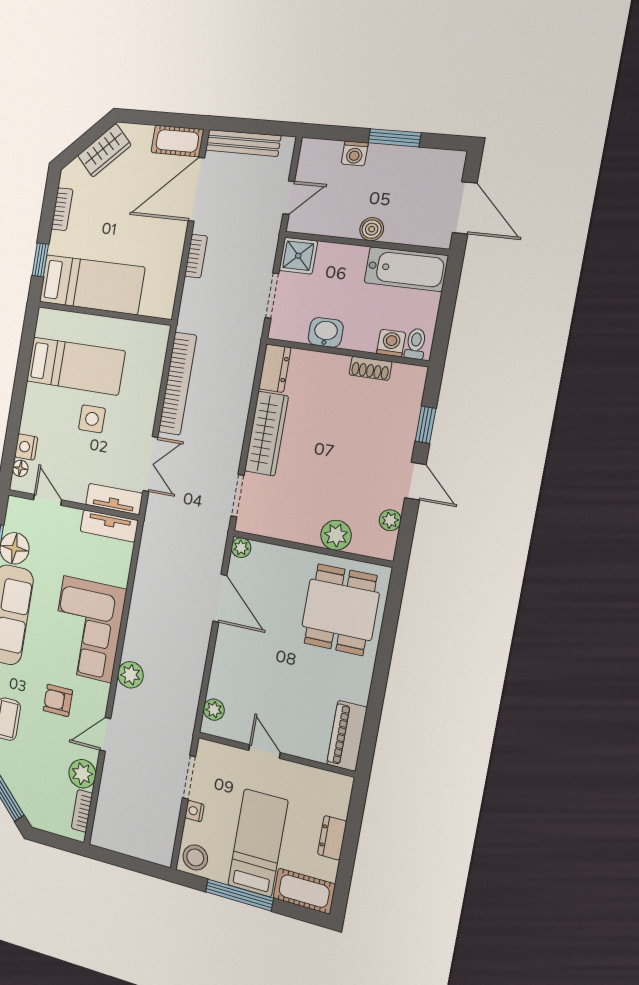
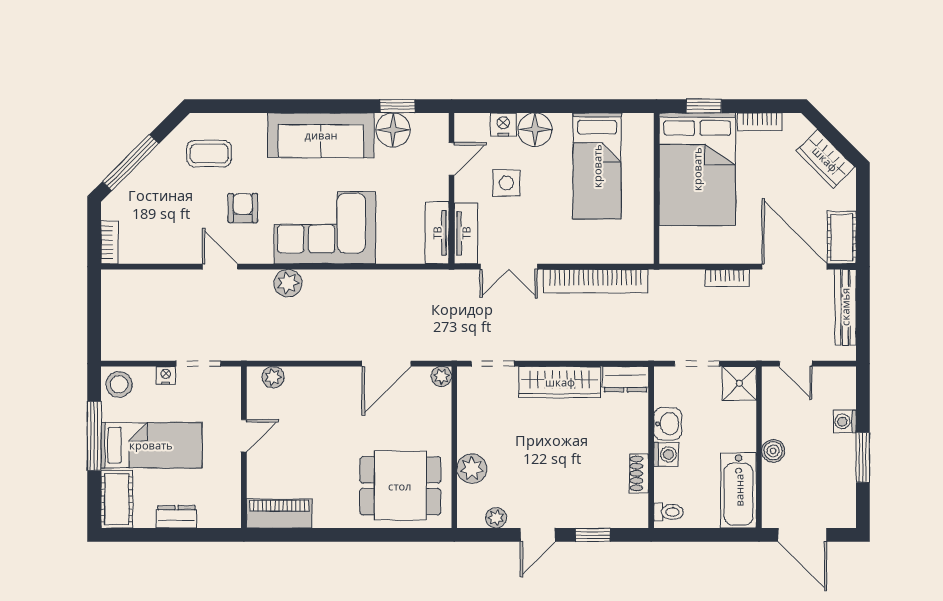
door: (465, 208) -> (802, 535), hinge flipped
bed: (92, 285) -> (697, 169), width x1.50
washing machine: (391, 343) -> (666, 454), moved
side table: (92, 419) -> (506, 183), moved
floor lamp: (20, 468) -> (535, 130), moved, width x1.89, depth x1.89
plant: (82, 774) -> (173, 249), removed
bookcase: (82, 811) -> (110, 242), moved, turned 90

